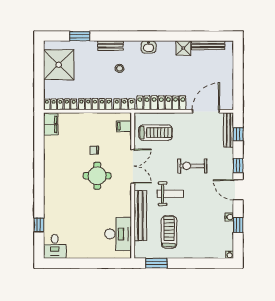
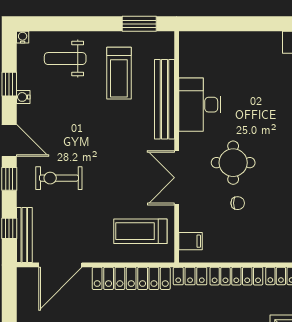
exercise bike: (192, 166) -> (59, 178), moved, turned 180
weight bench: (170, 194) -> (65, 59), moved
desk: (118, 234) -> (200, 105), moved

